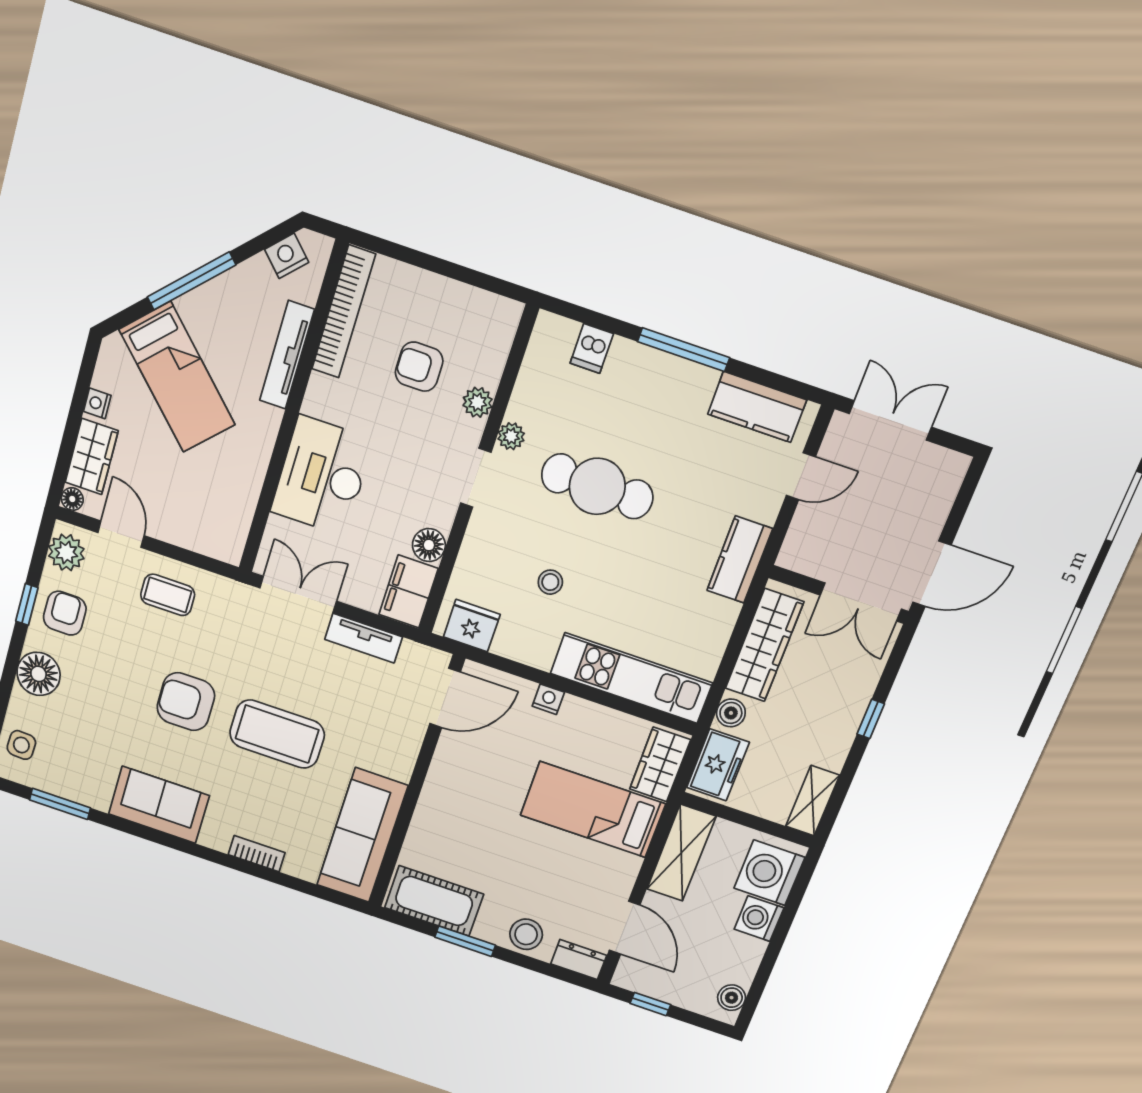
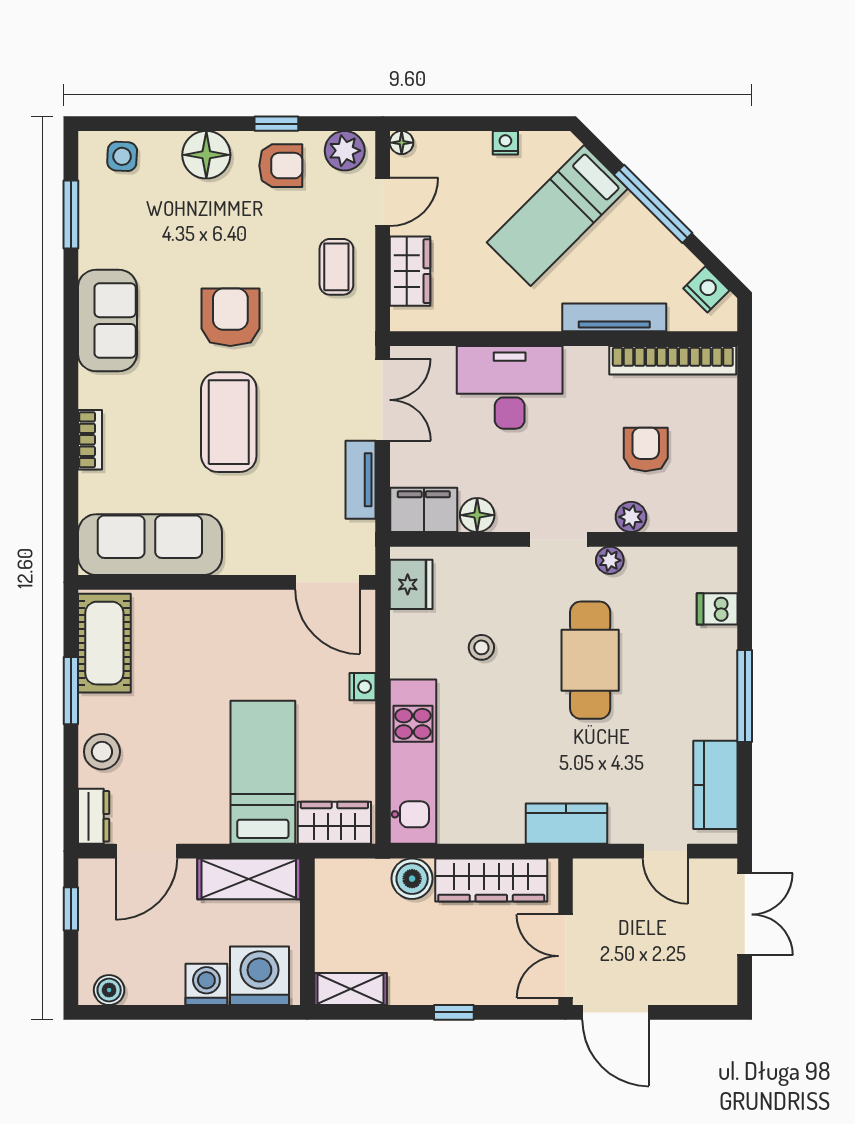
wardrobe: (92, 457) -> (410, 271), moved, turned -90
boiler: (731, 713) -> (412, 879), width x1.36, depth x1.36
freezer: (718, 765) -> (354, 881), removed

